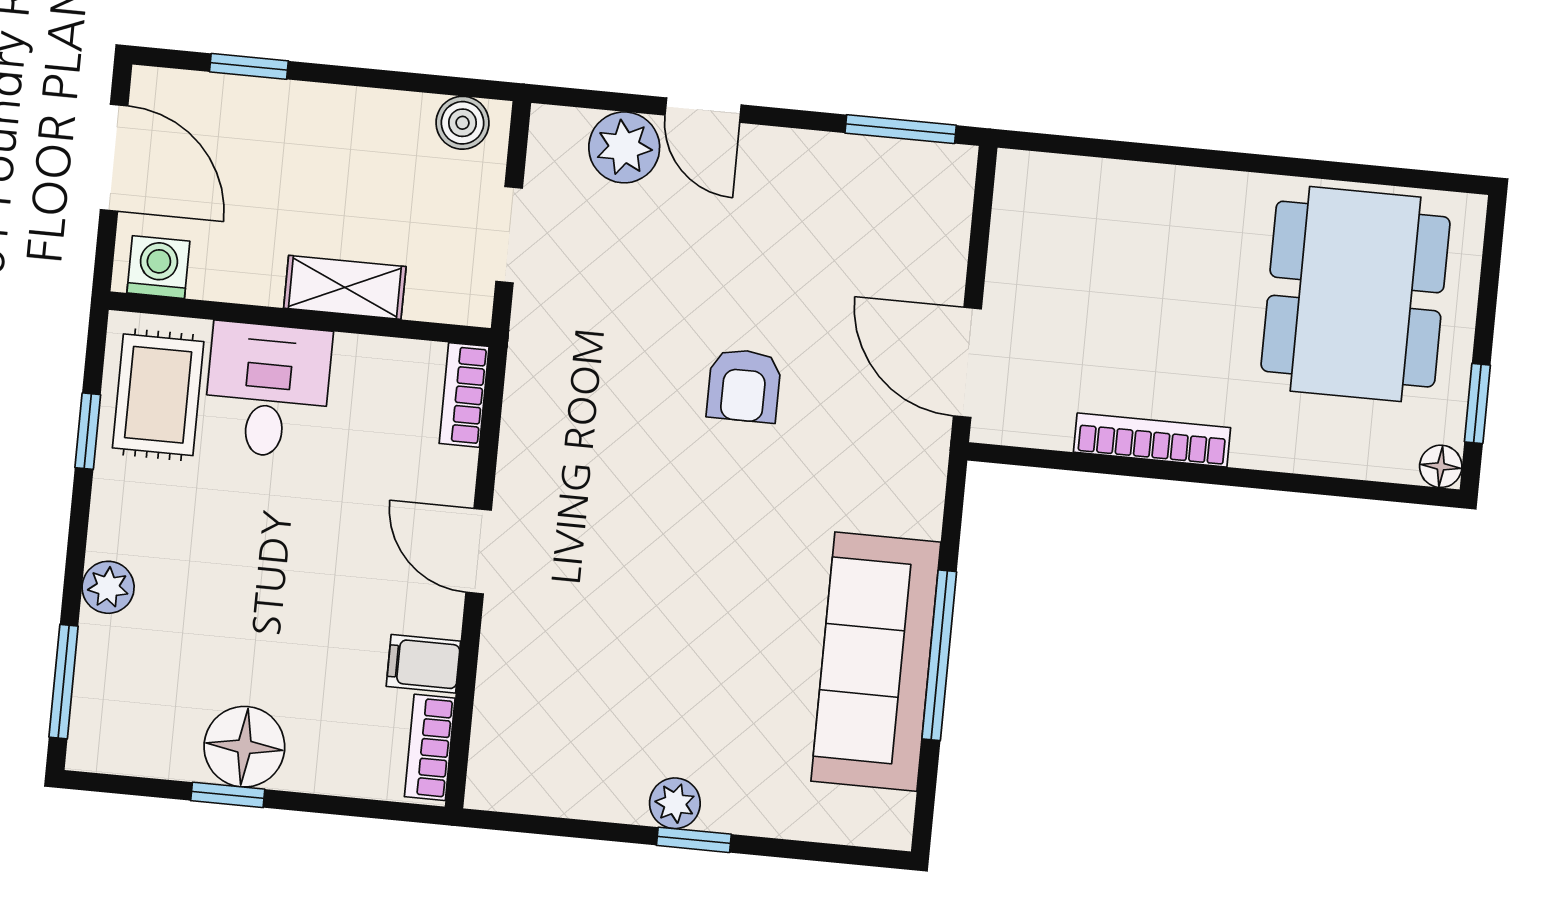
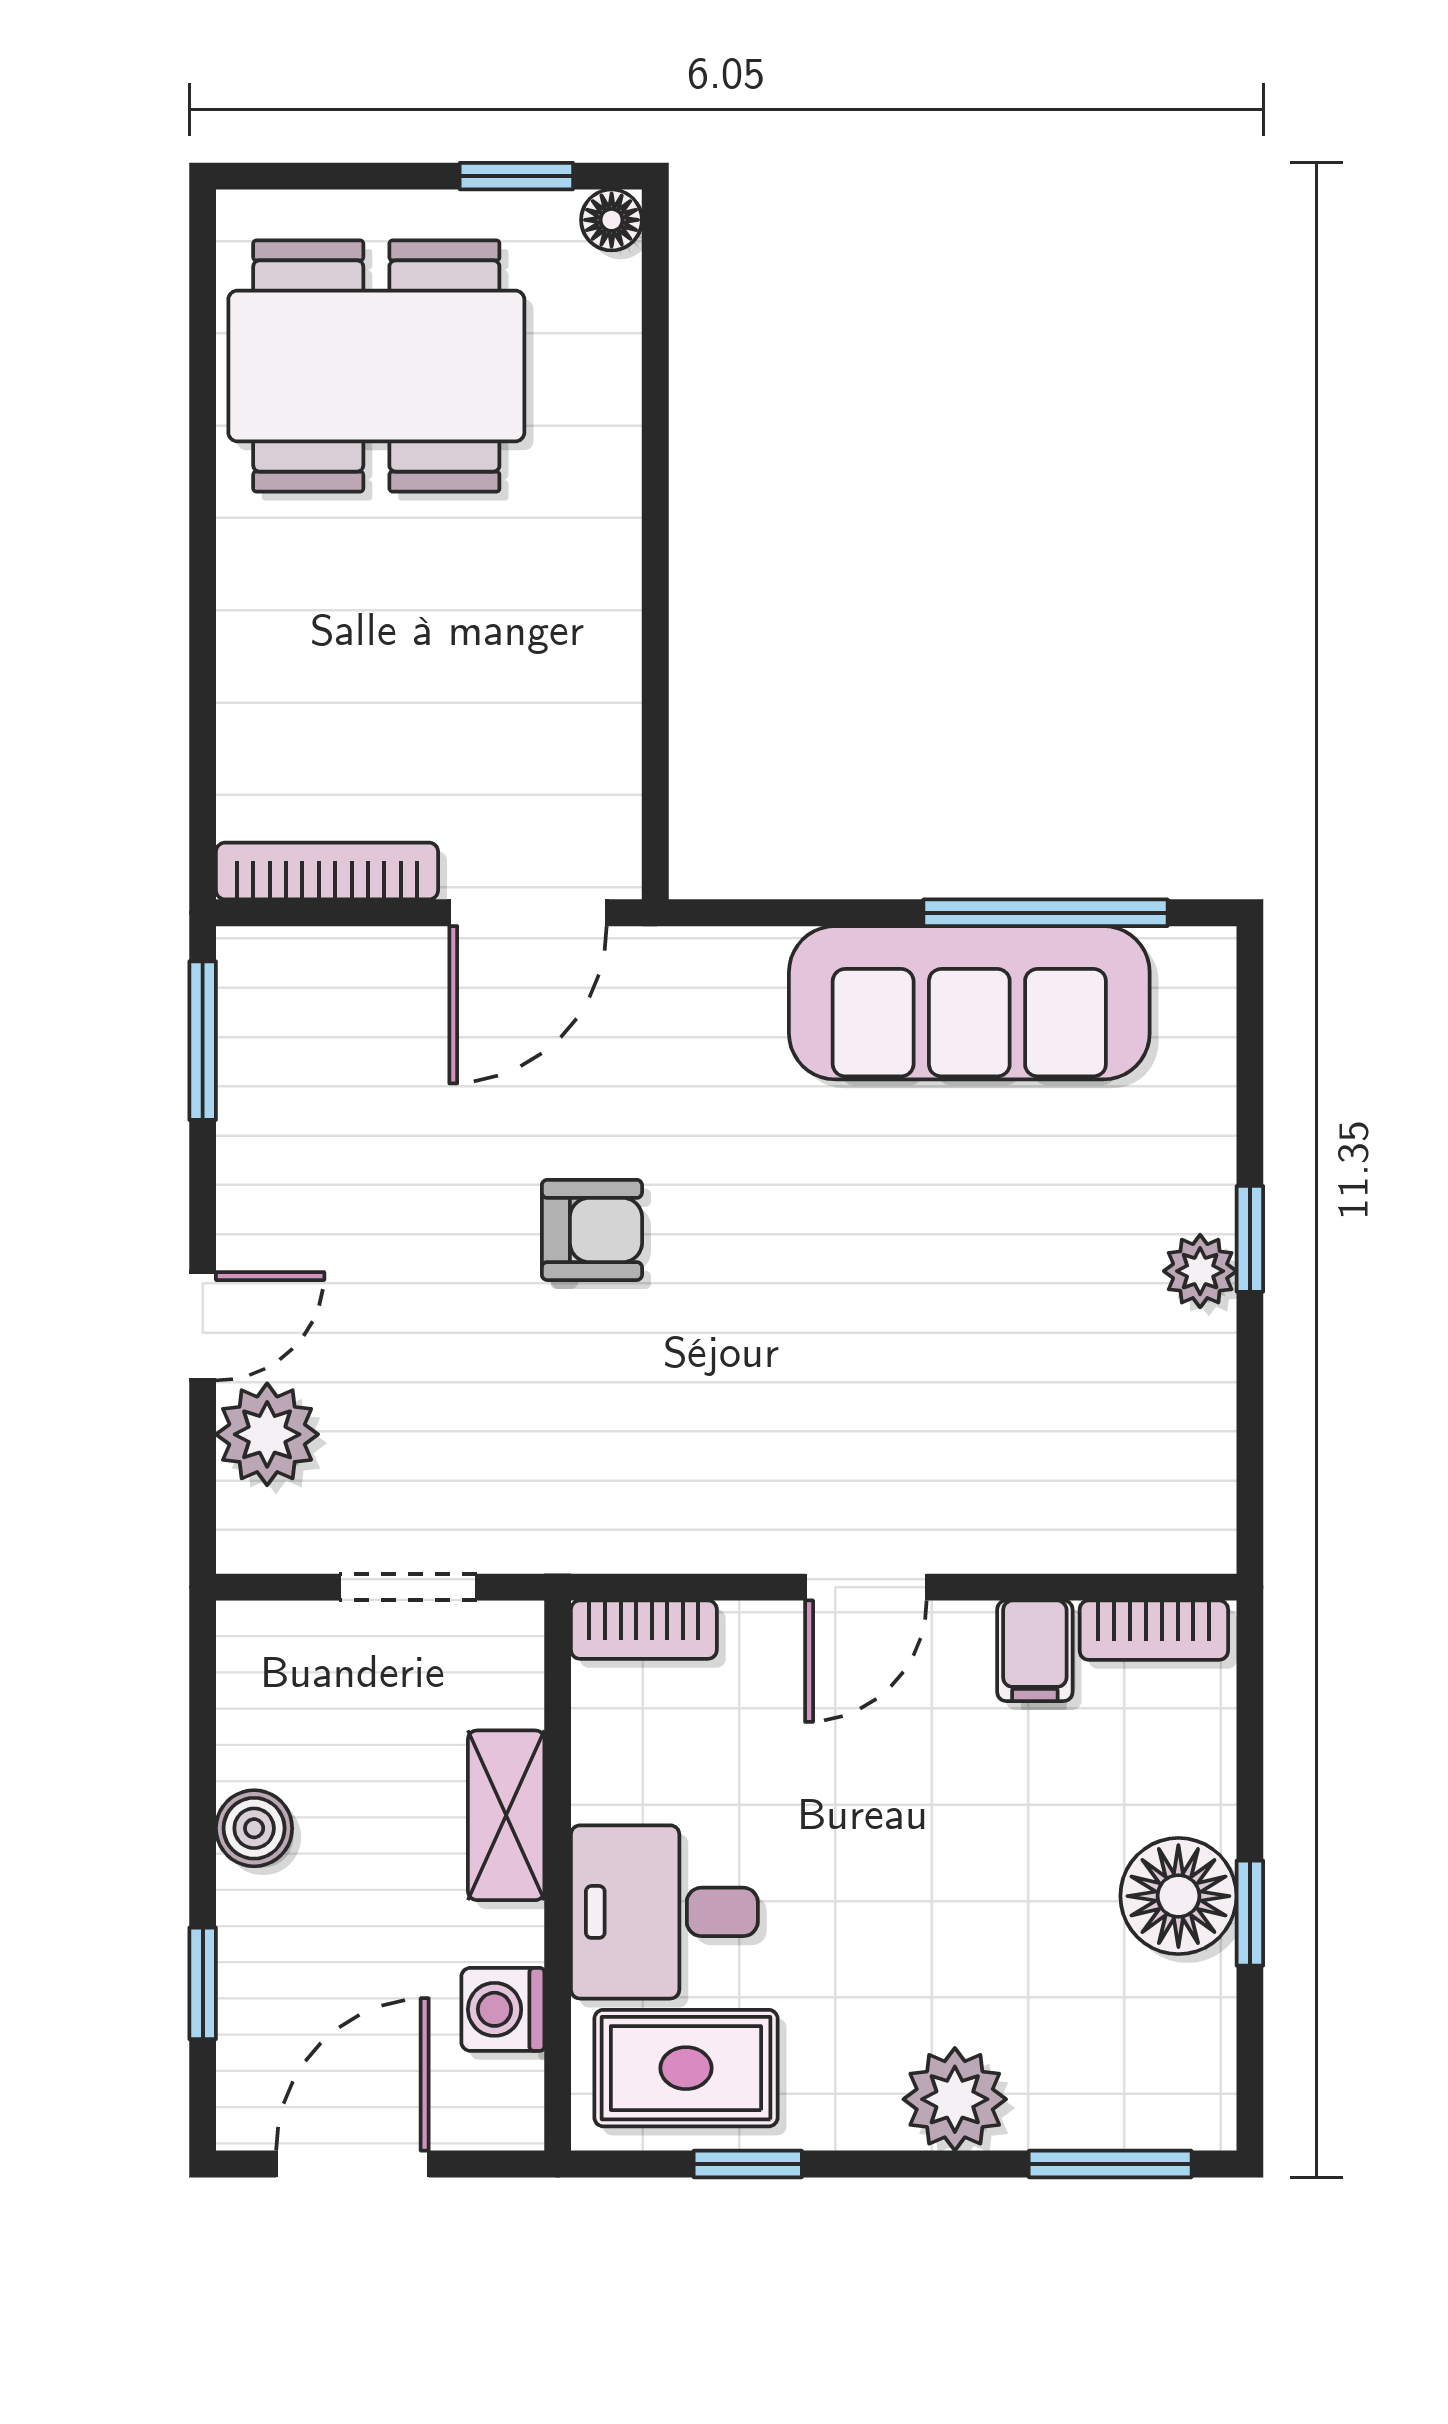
boiler: (463, 123) -> (254, 1828), moved
washing machine: (158, 267) -> (503, 2009), moved
bookcase: (1152, 440) -> (327, 871), moved, turned 90
plant: (108, 587) -> (955, 2099), width x1.38, depth x1.38
window: (939, 655) -> (1046, 913), moved

